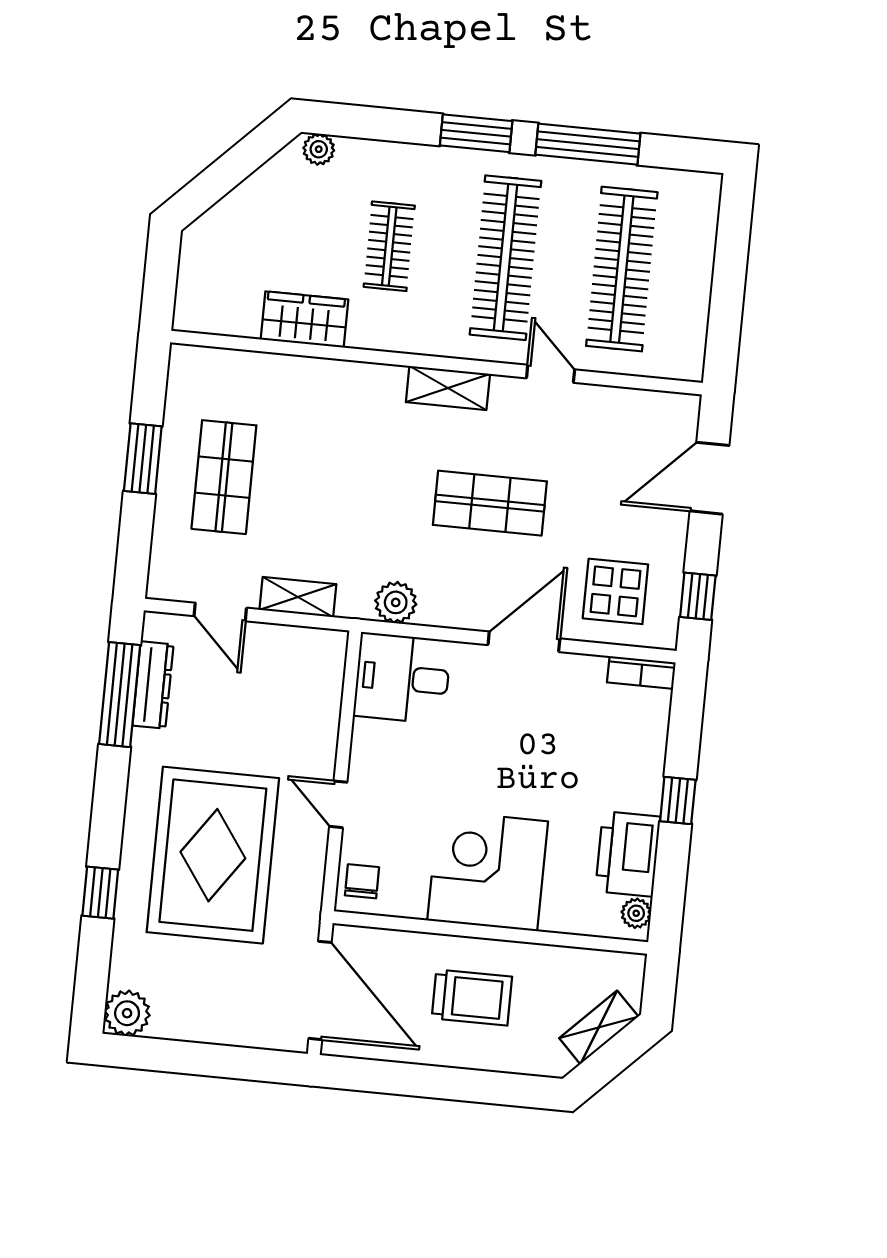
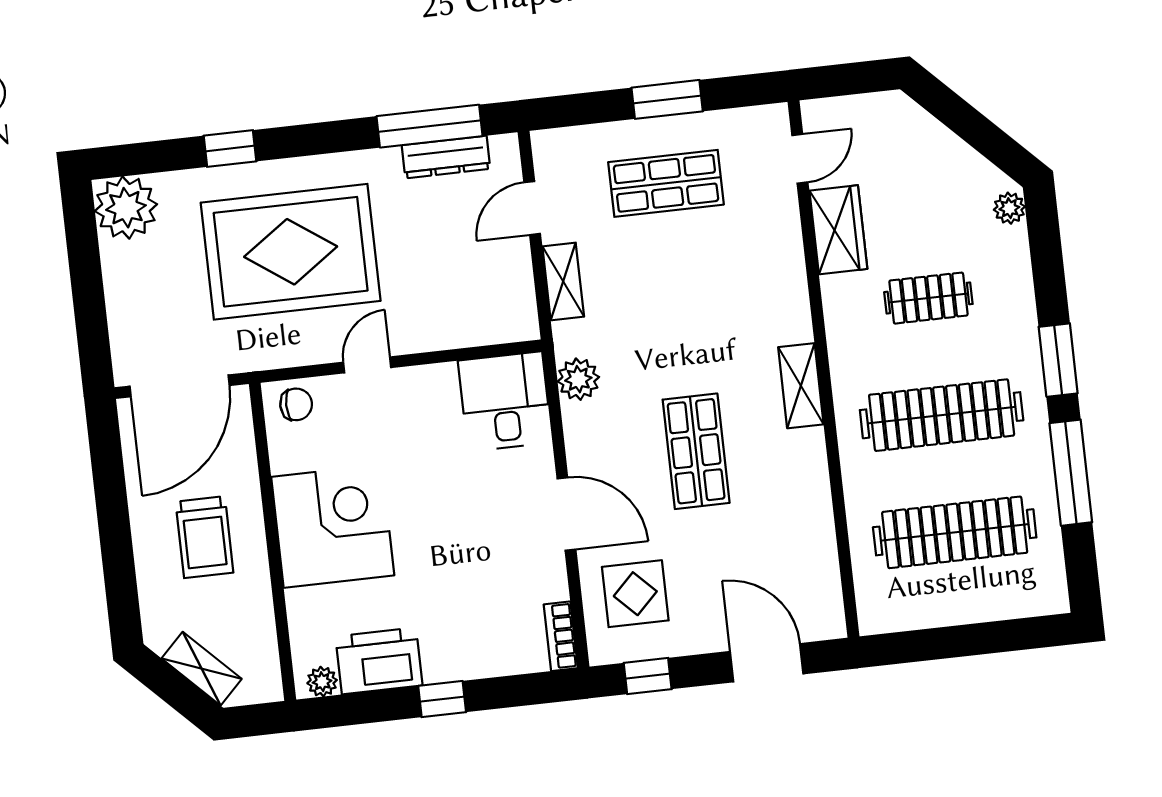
door: (551, 374) -> (800, 159), moved
plant: (127, 1013) -> (126, 208), width x1.36, depth x1.36

